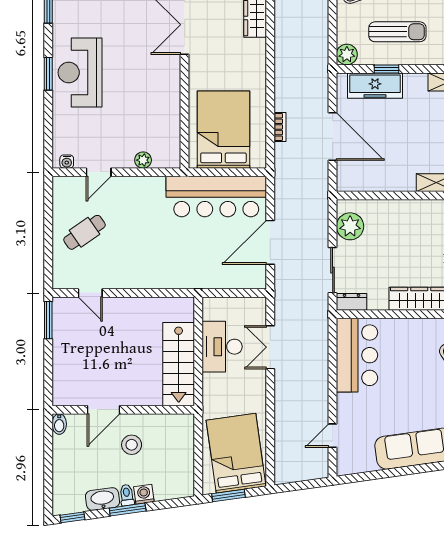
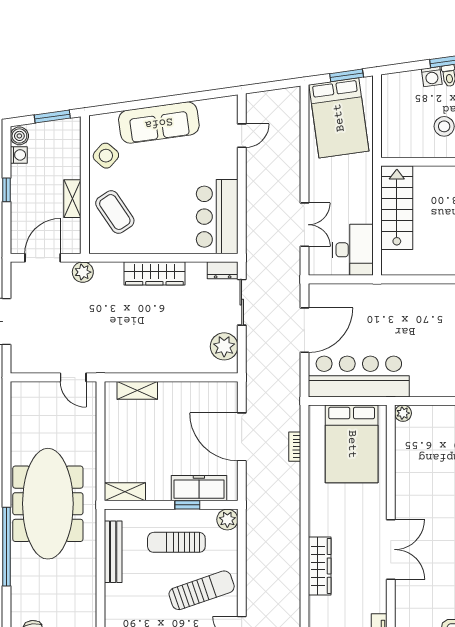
plant: (143, 160) -> (403, 413), moved
desk: (222, 347) -> (353, 250), moved

